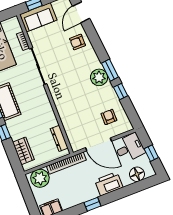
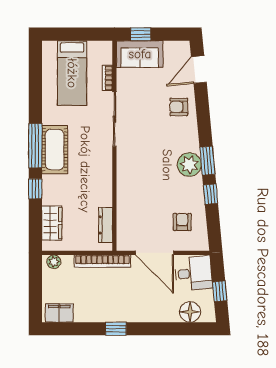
plant: (40, 178) -> (54, 262), width x0.53, depth x0.53
printer: (109, 184) -> (148, 310), removed

